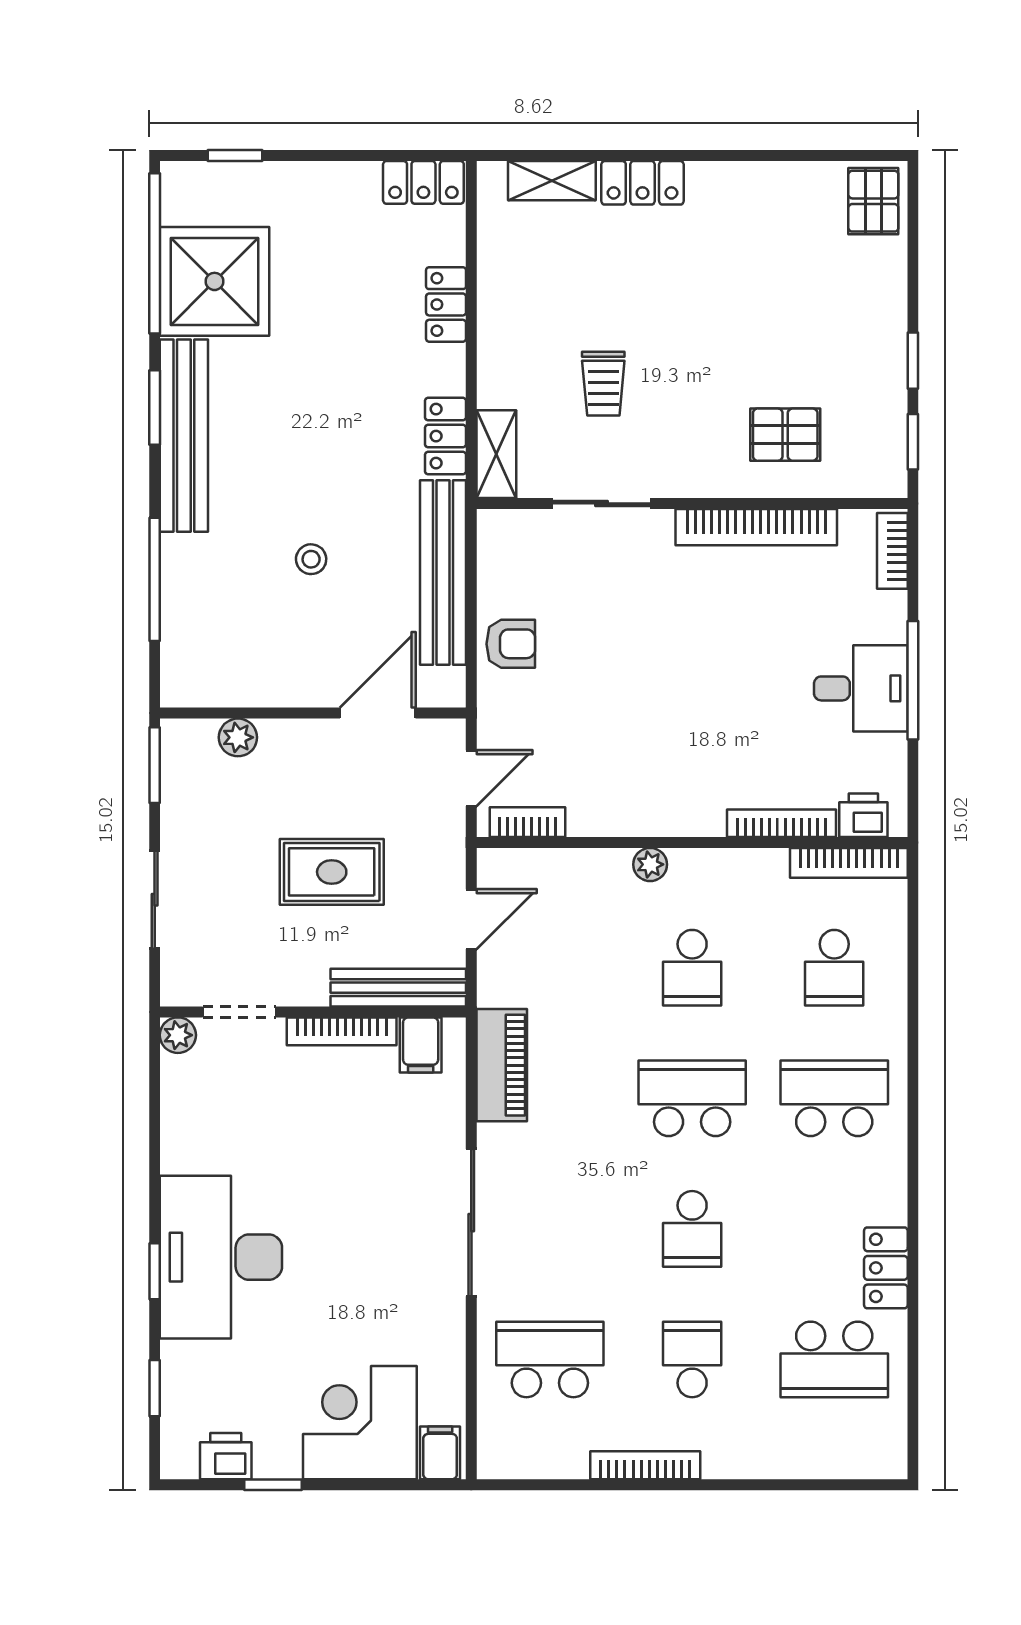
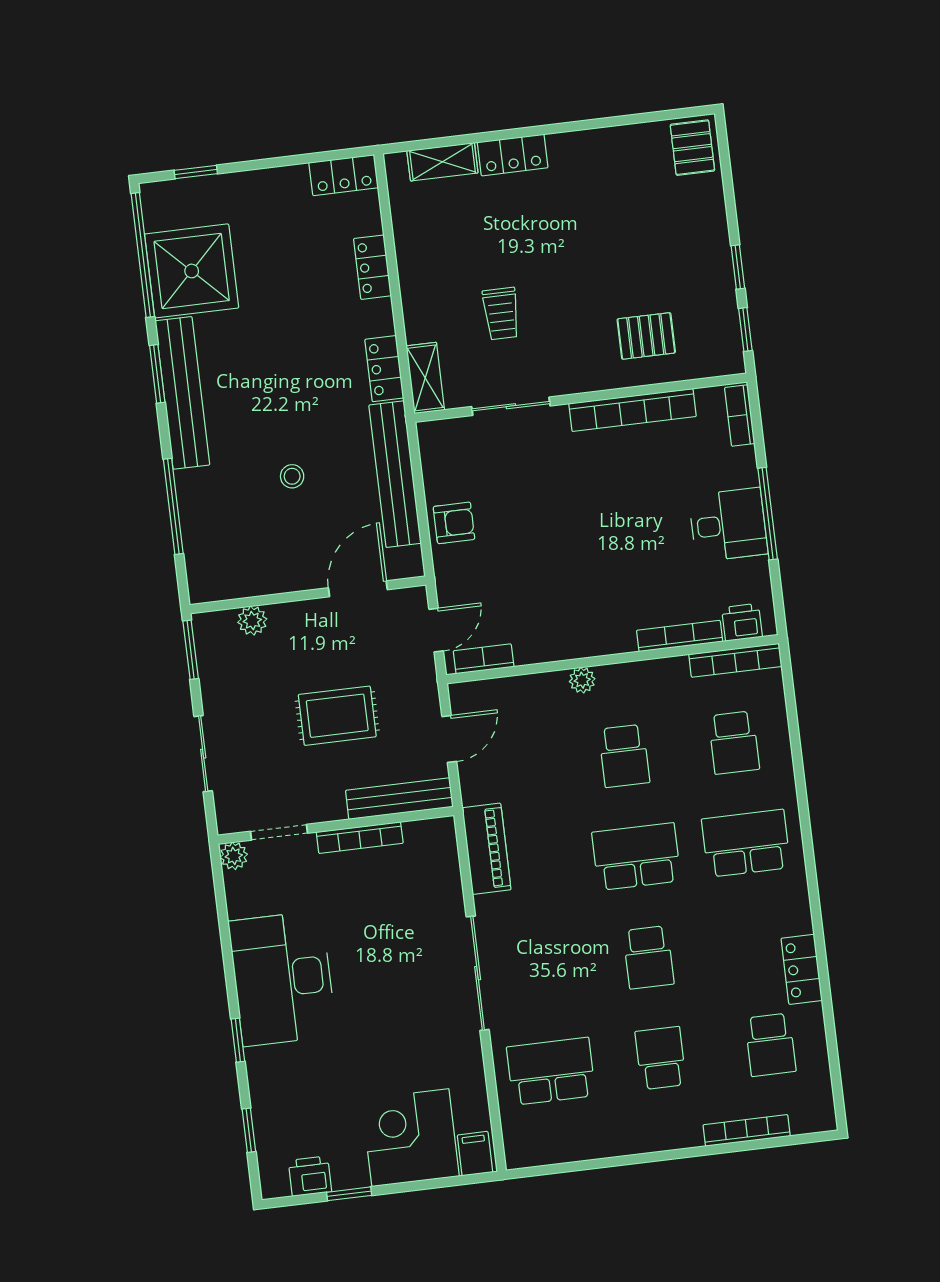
filing cabinet: (421, 1045) -> (422, 841), removed
desk: (221, 1257) -> (282, 978), moved
school desk: (834, 1359) -> (770, 1045), width x0.54
bookcase: (645, 1465) -> (747, 1130), moved

